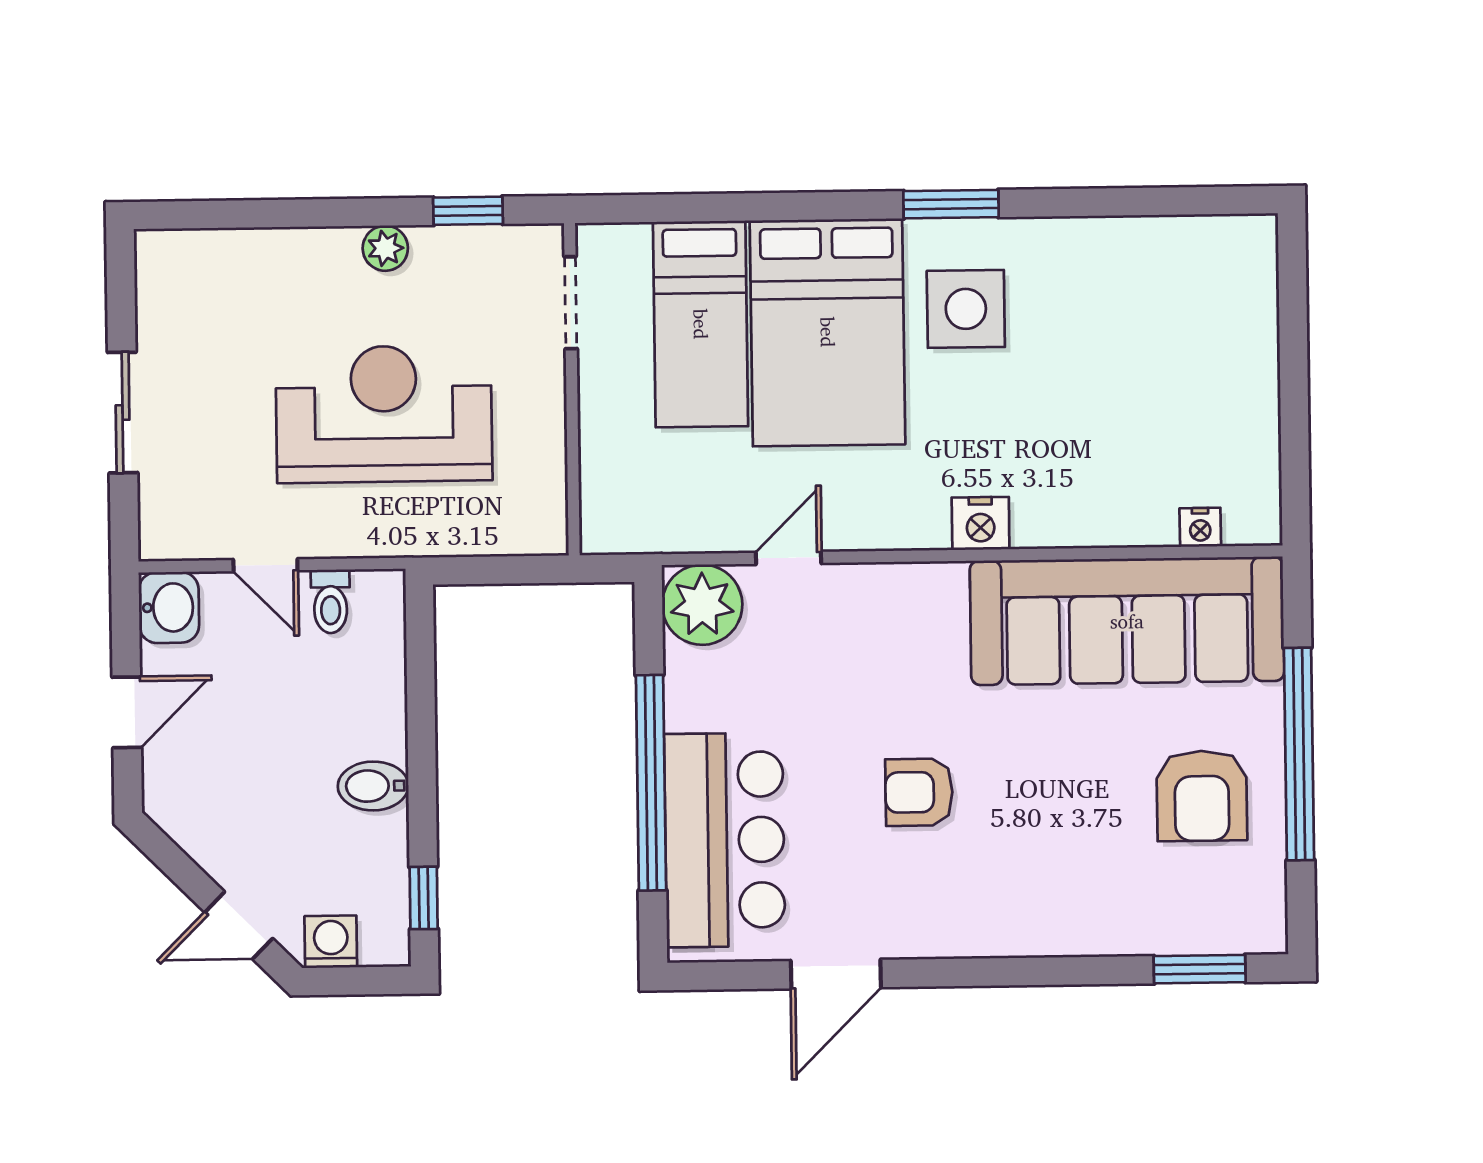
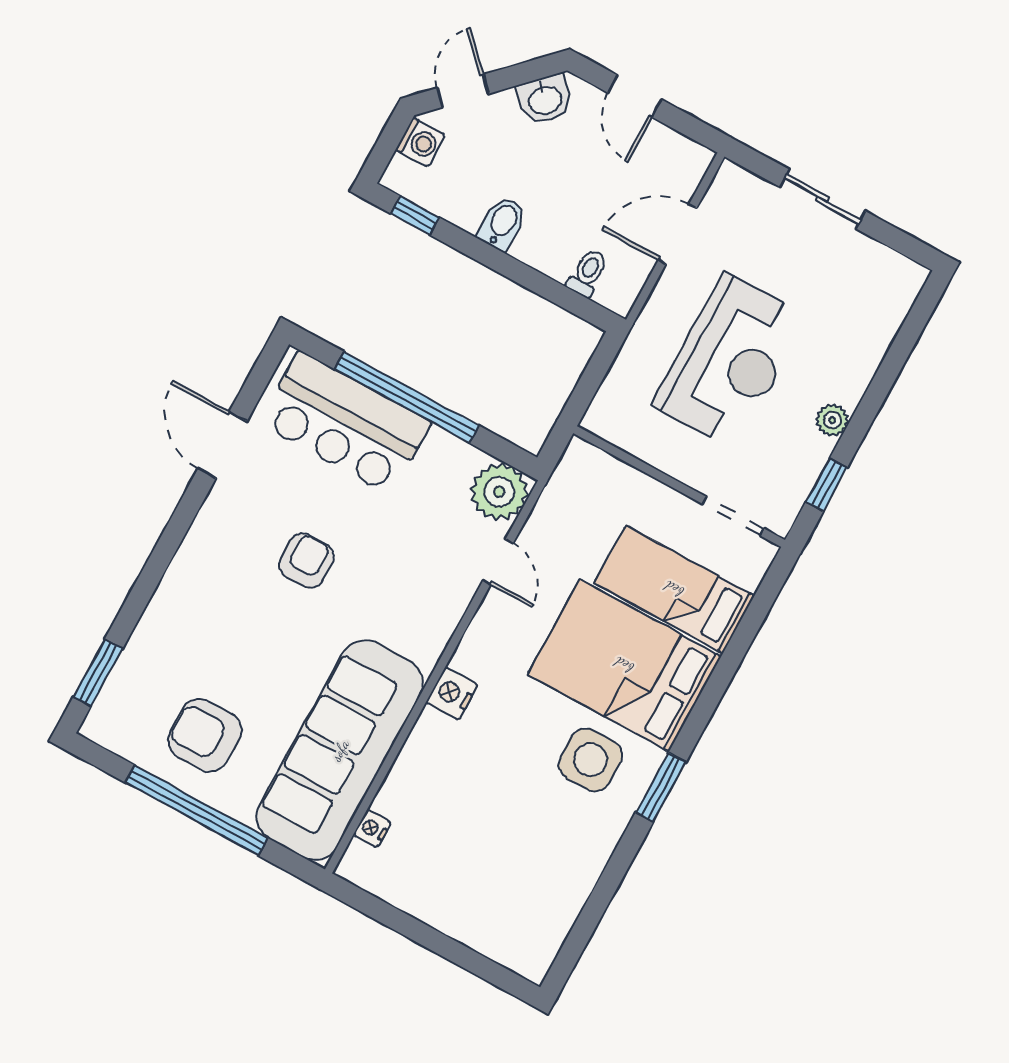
door: (265, 565) -> (677, 234), width x1.38
toilet: (331, 601) -> (587, 273), moved, turned 90
washbasin: (169, 607) -> (545, 99), moved, turned -45

